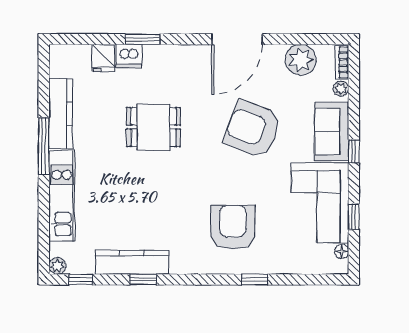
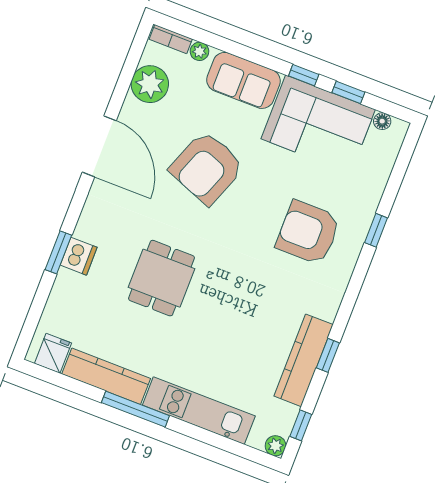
dishwasher: (129, 56) -> (79, 256), moved
fridge: (103, 58) -> (53, 353), moved, turned -90
window: (354, 151) -> (304, 75), moved

